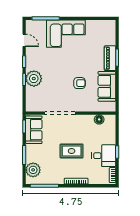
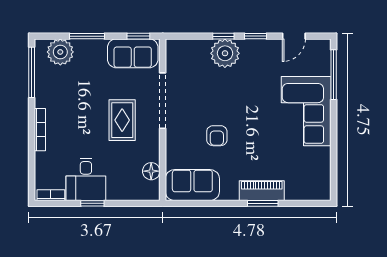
sofa: (107, 86) -> (192, 185), moved
rug: (72, 151) -> (122, 120), moved

